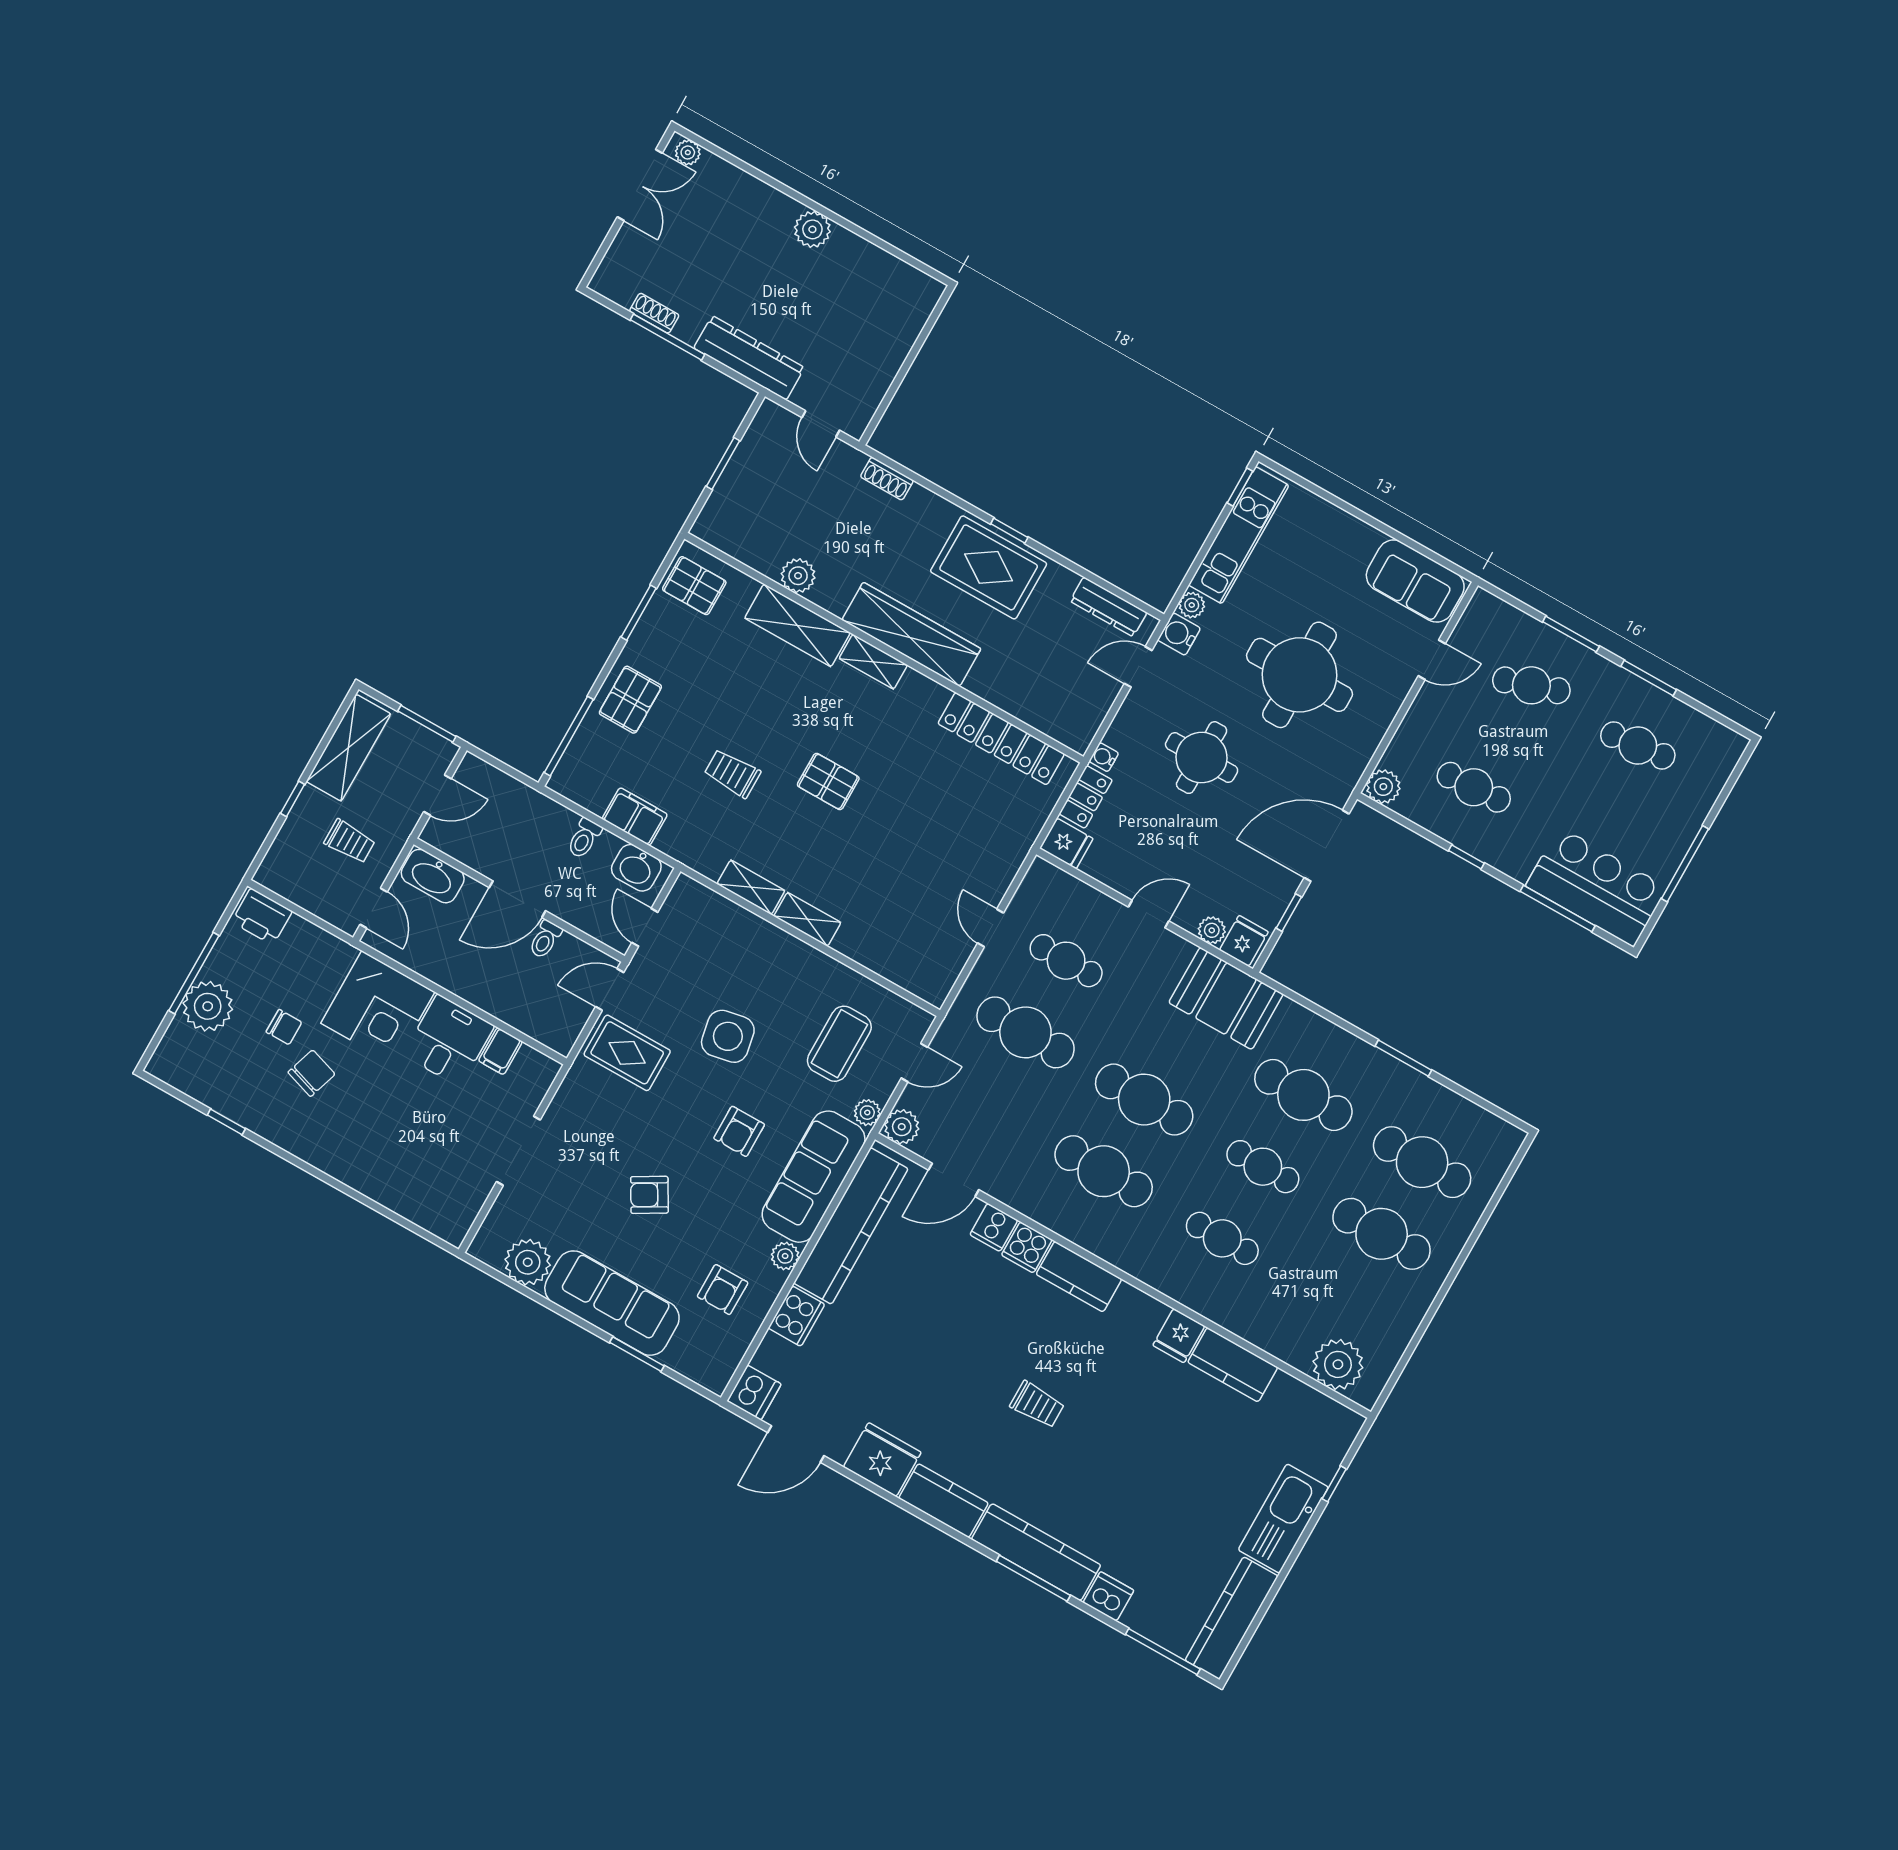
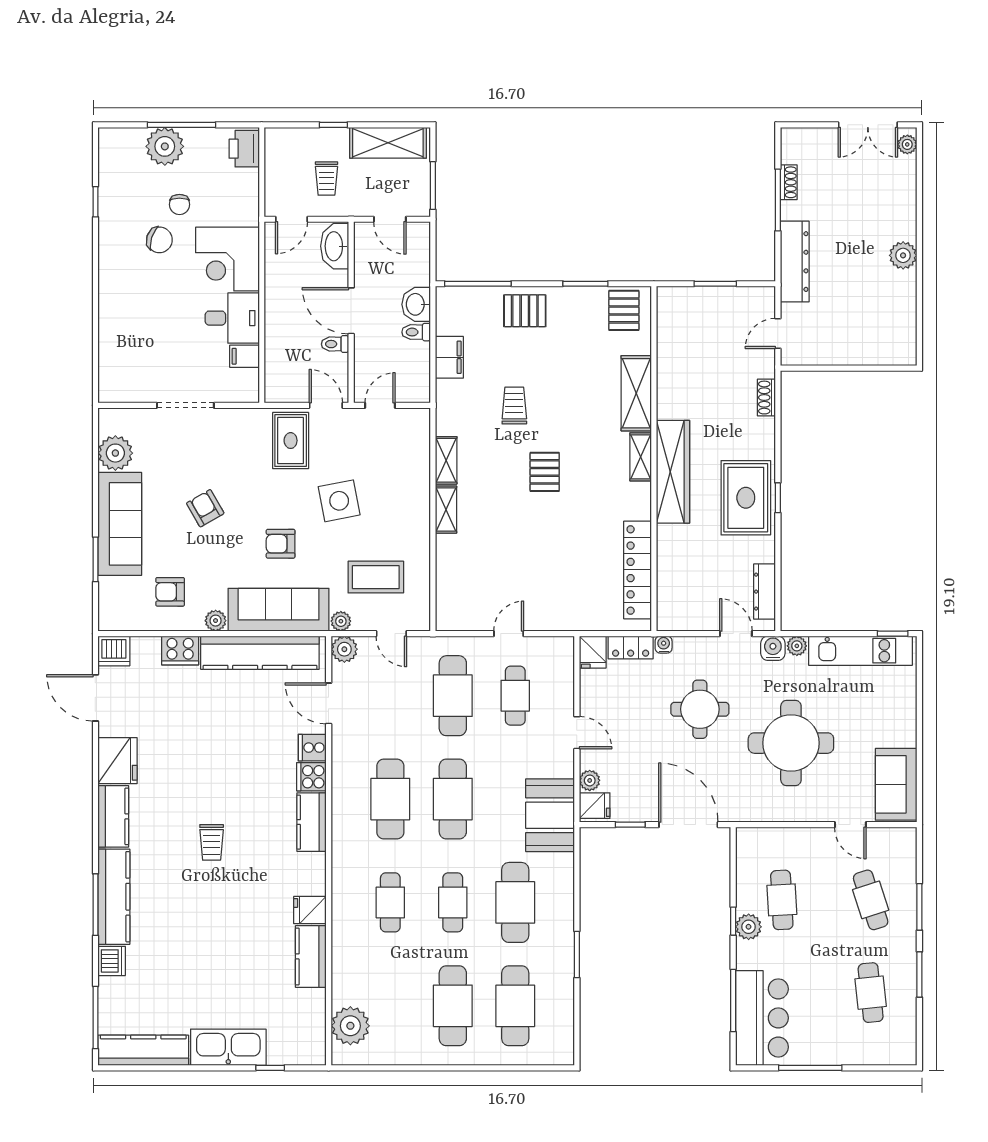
plant: (798, 576) -> (669, 375), removed
plant: (1383, 787) -> (749, 927), moved
washbasin: (636, 868) -> (416, 304), moved

